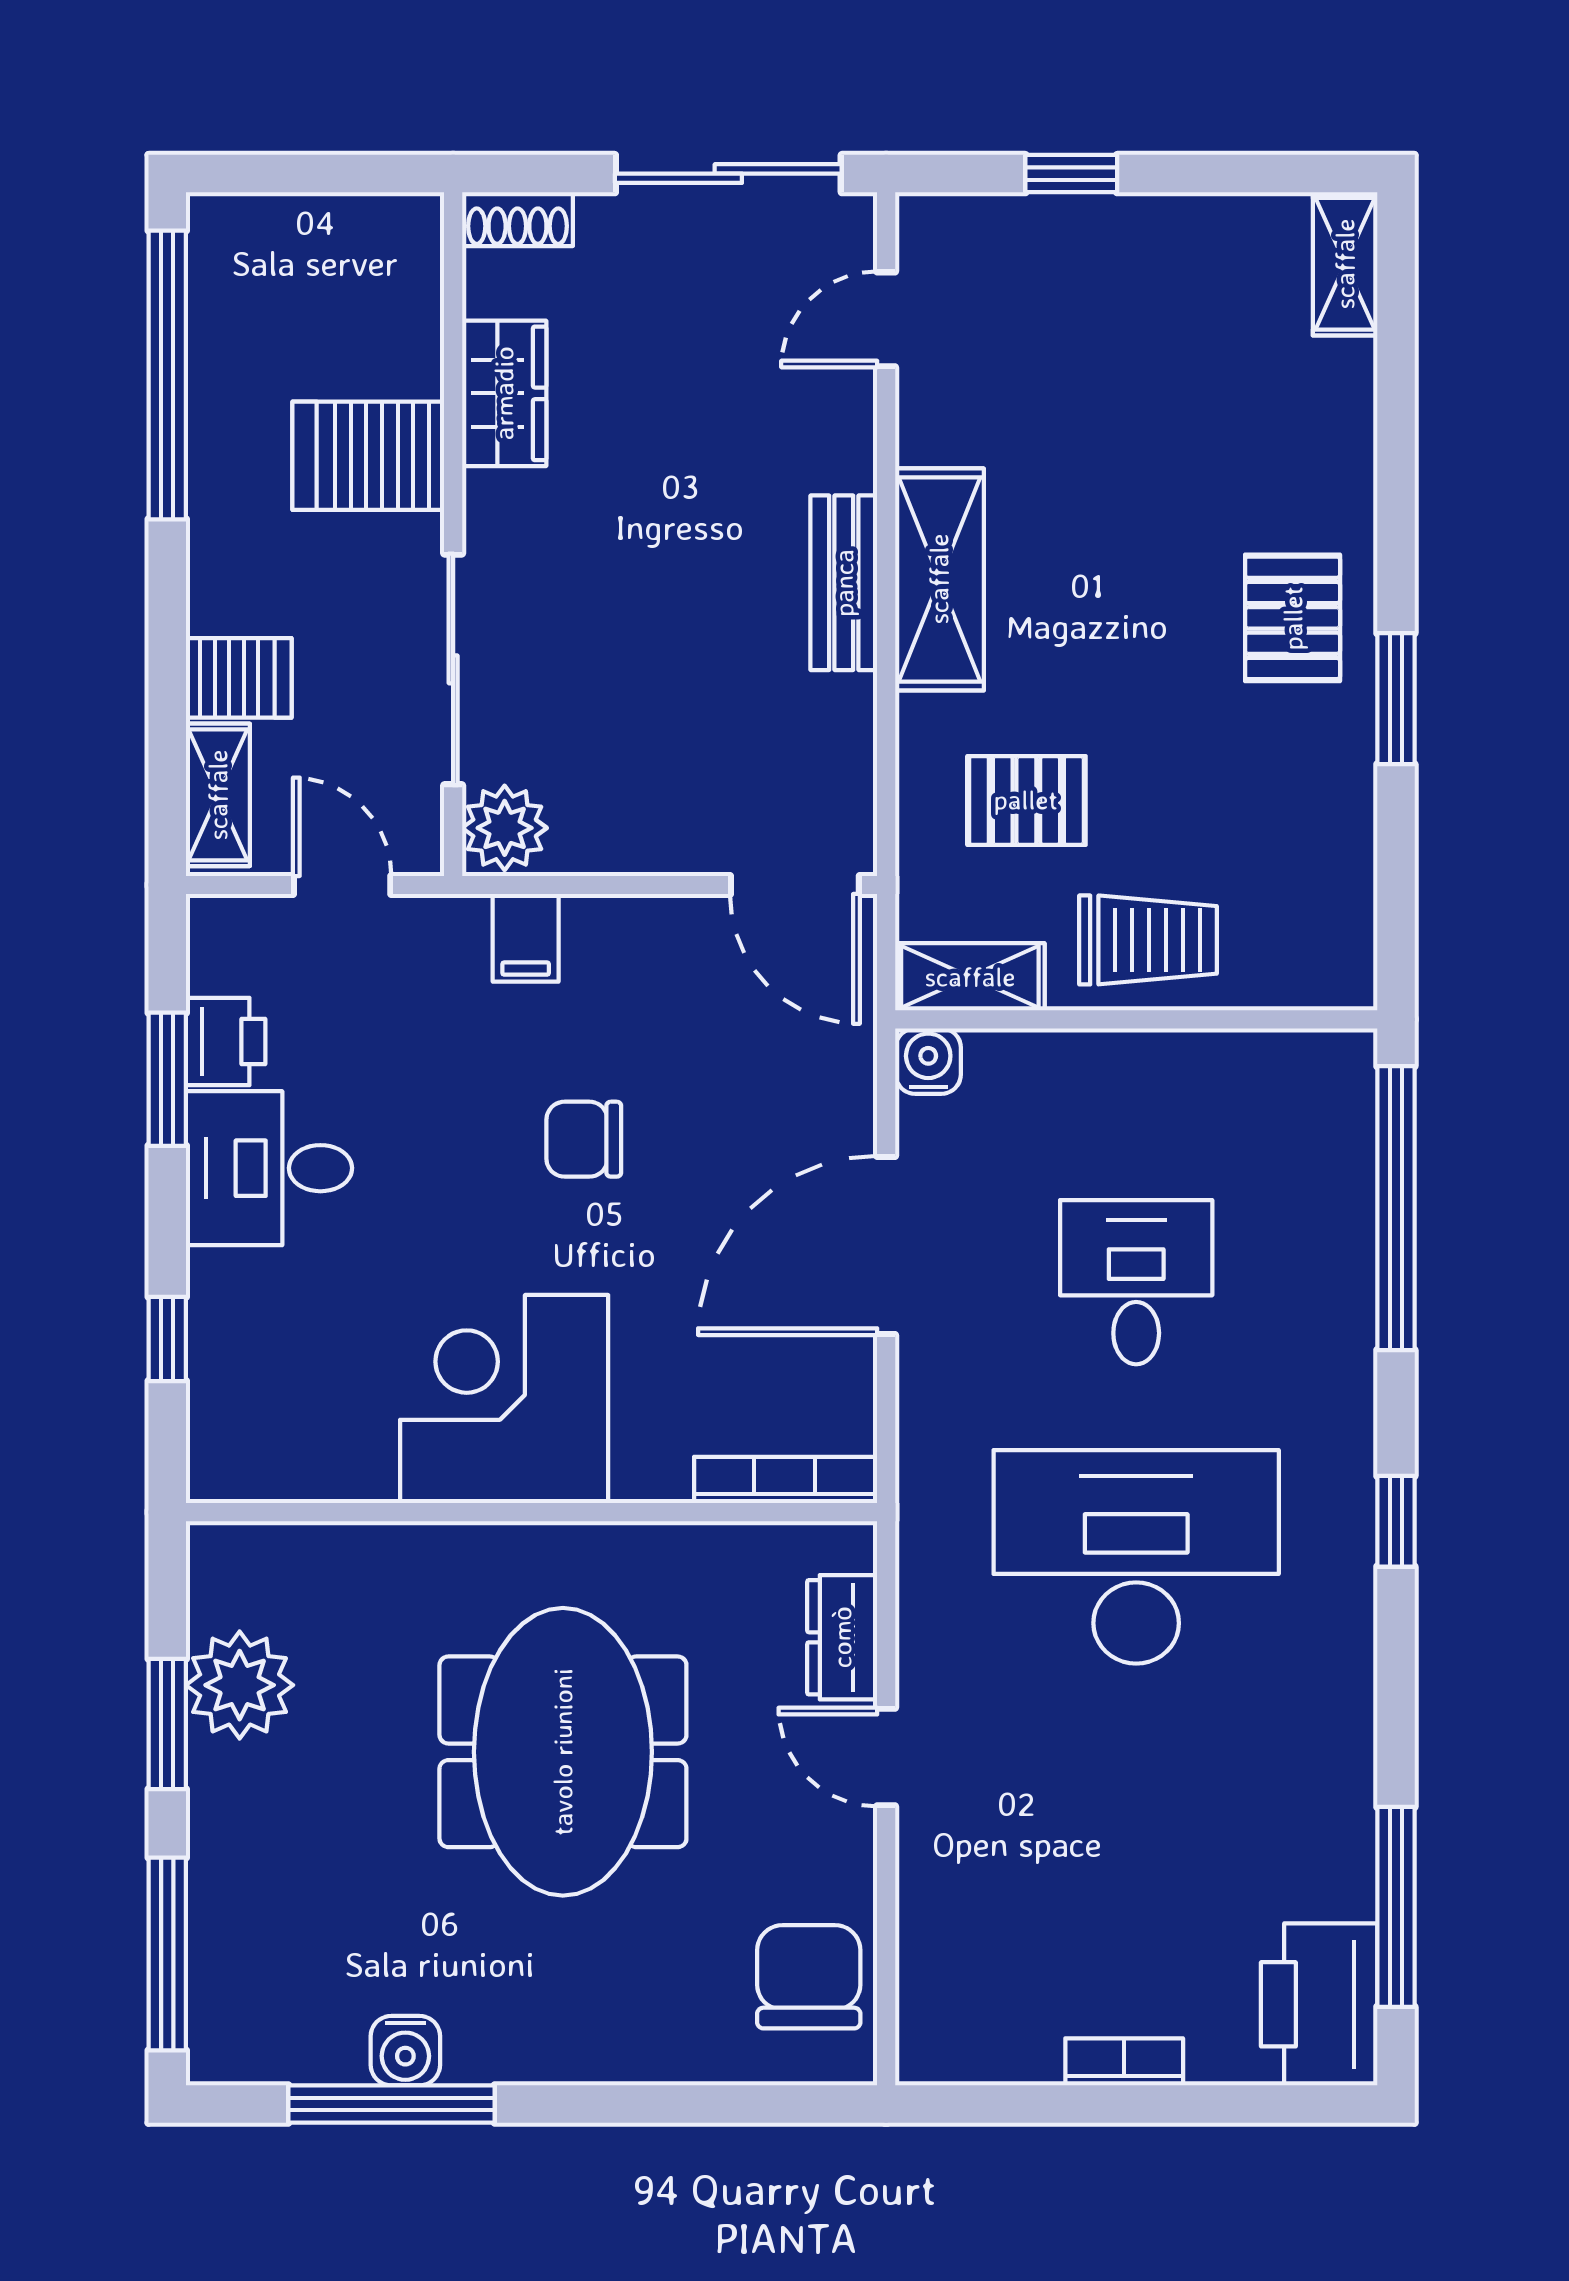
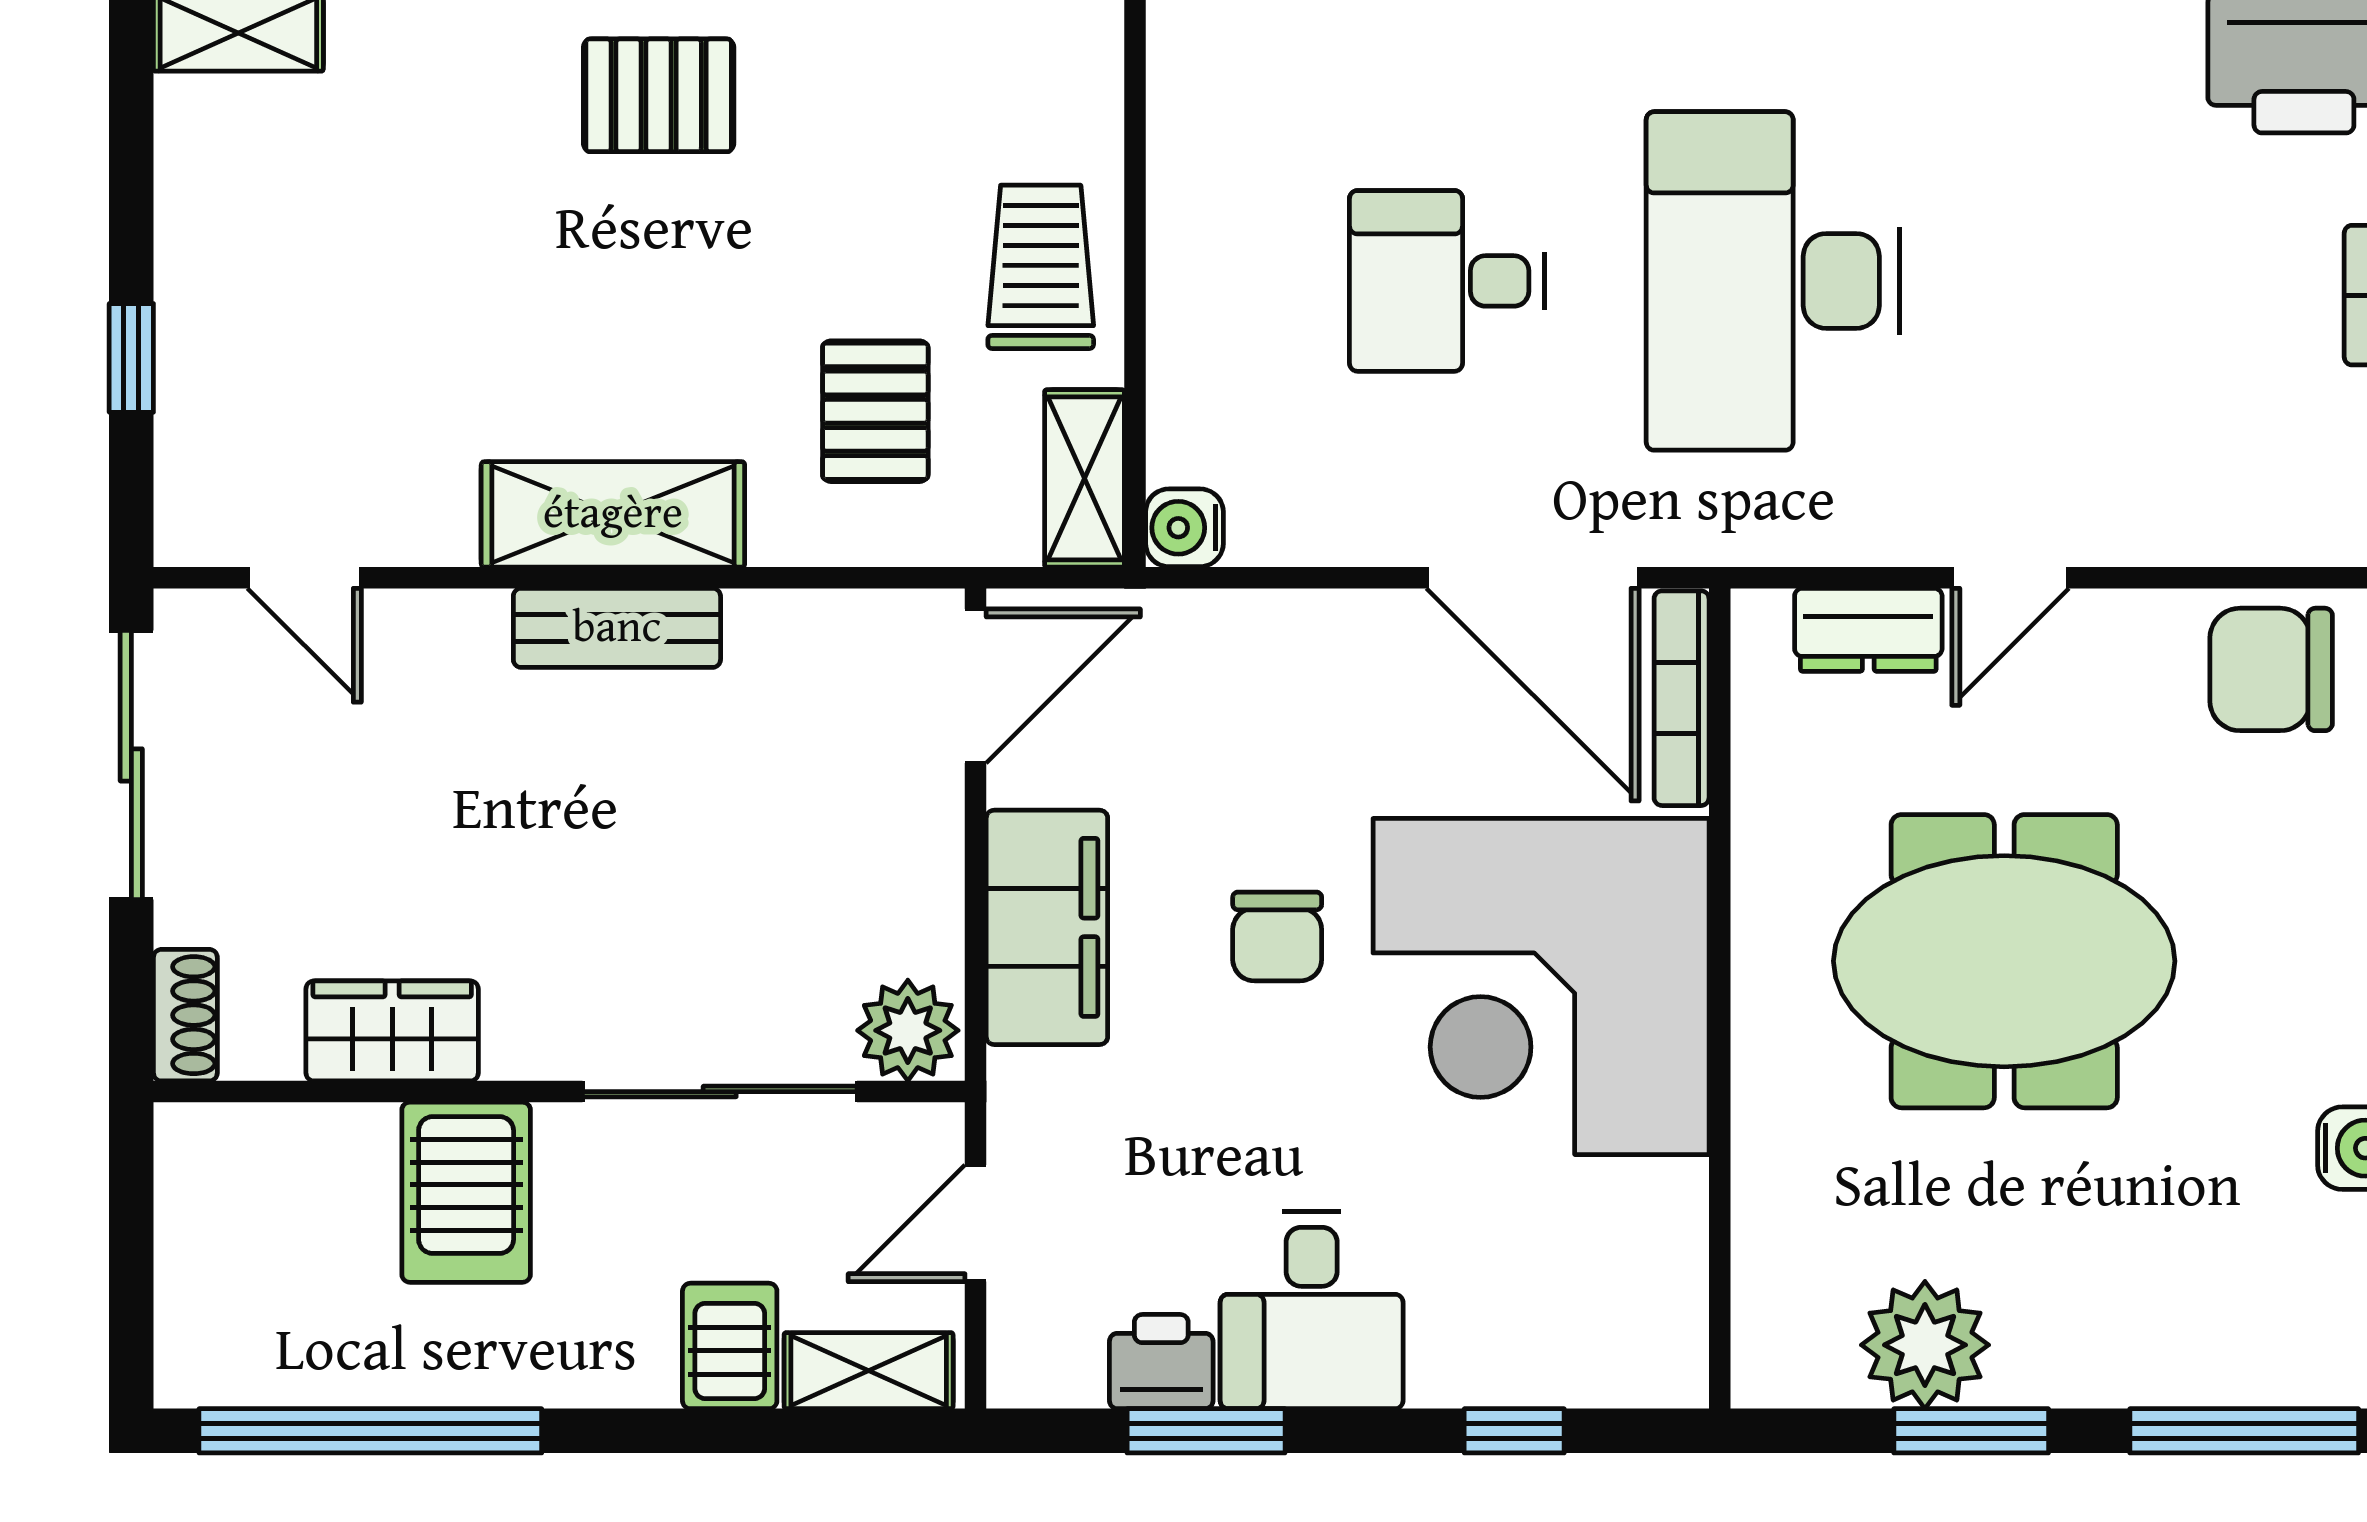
filing cabinet: (526, 938) -> (1047, 927), width x3.00, depth x1.17
door: (886, 1245) -> (1533, 578), moved
corner desk: (504, 1399) -> (1541, 987), width x1.36, depth x1.36

